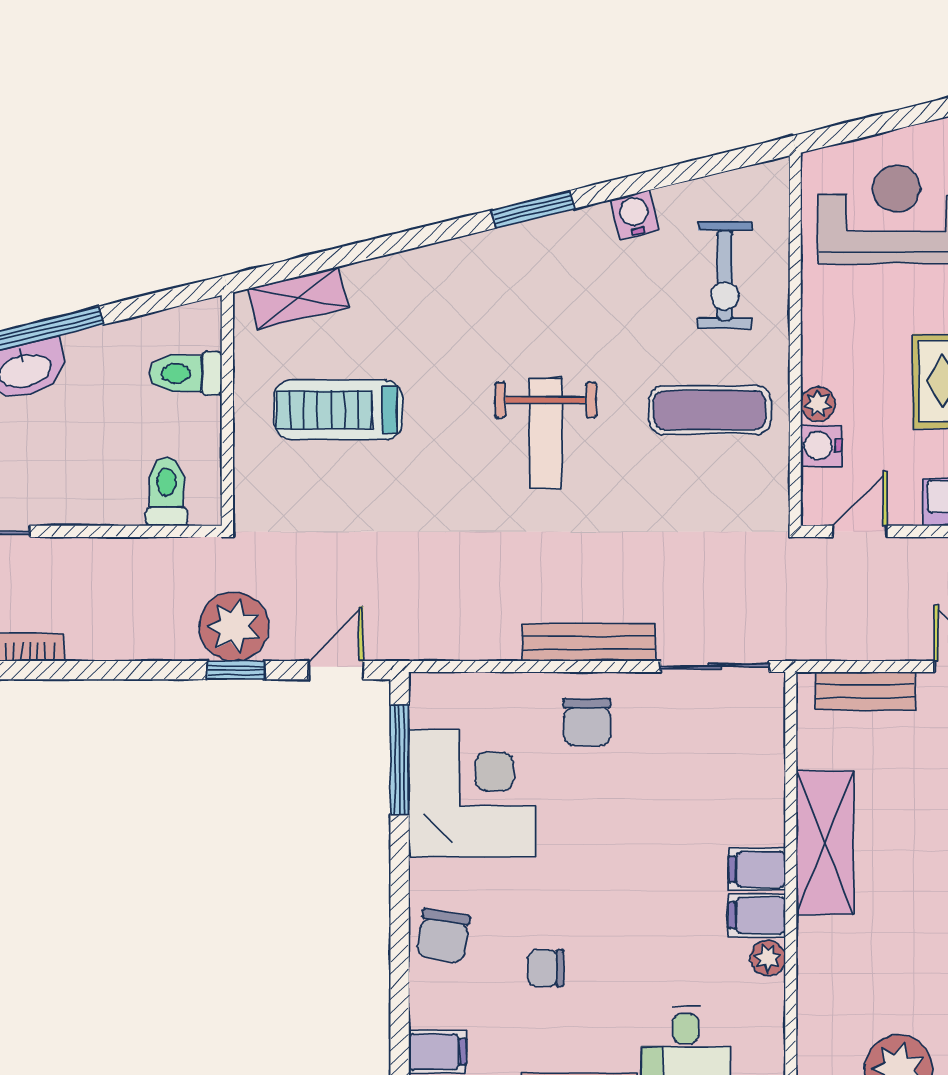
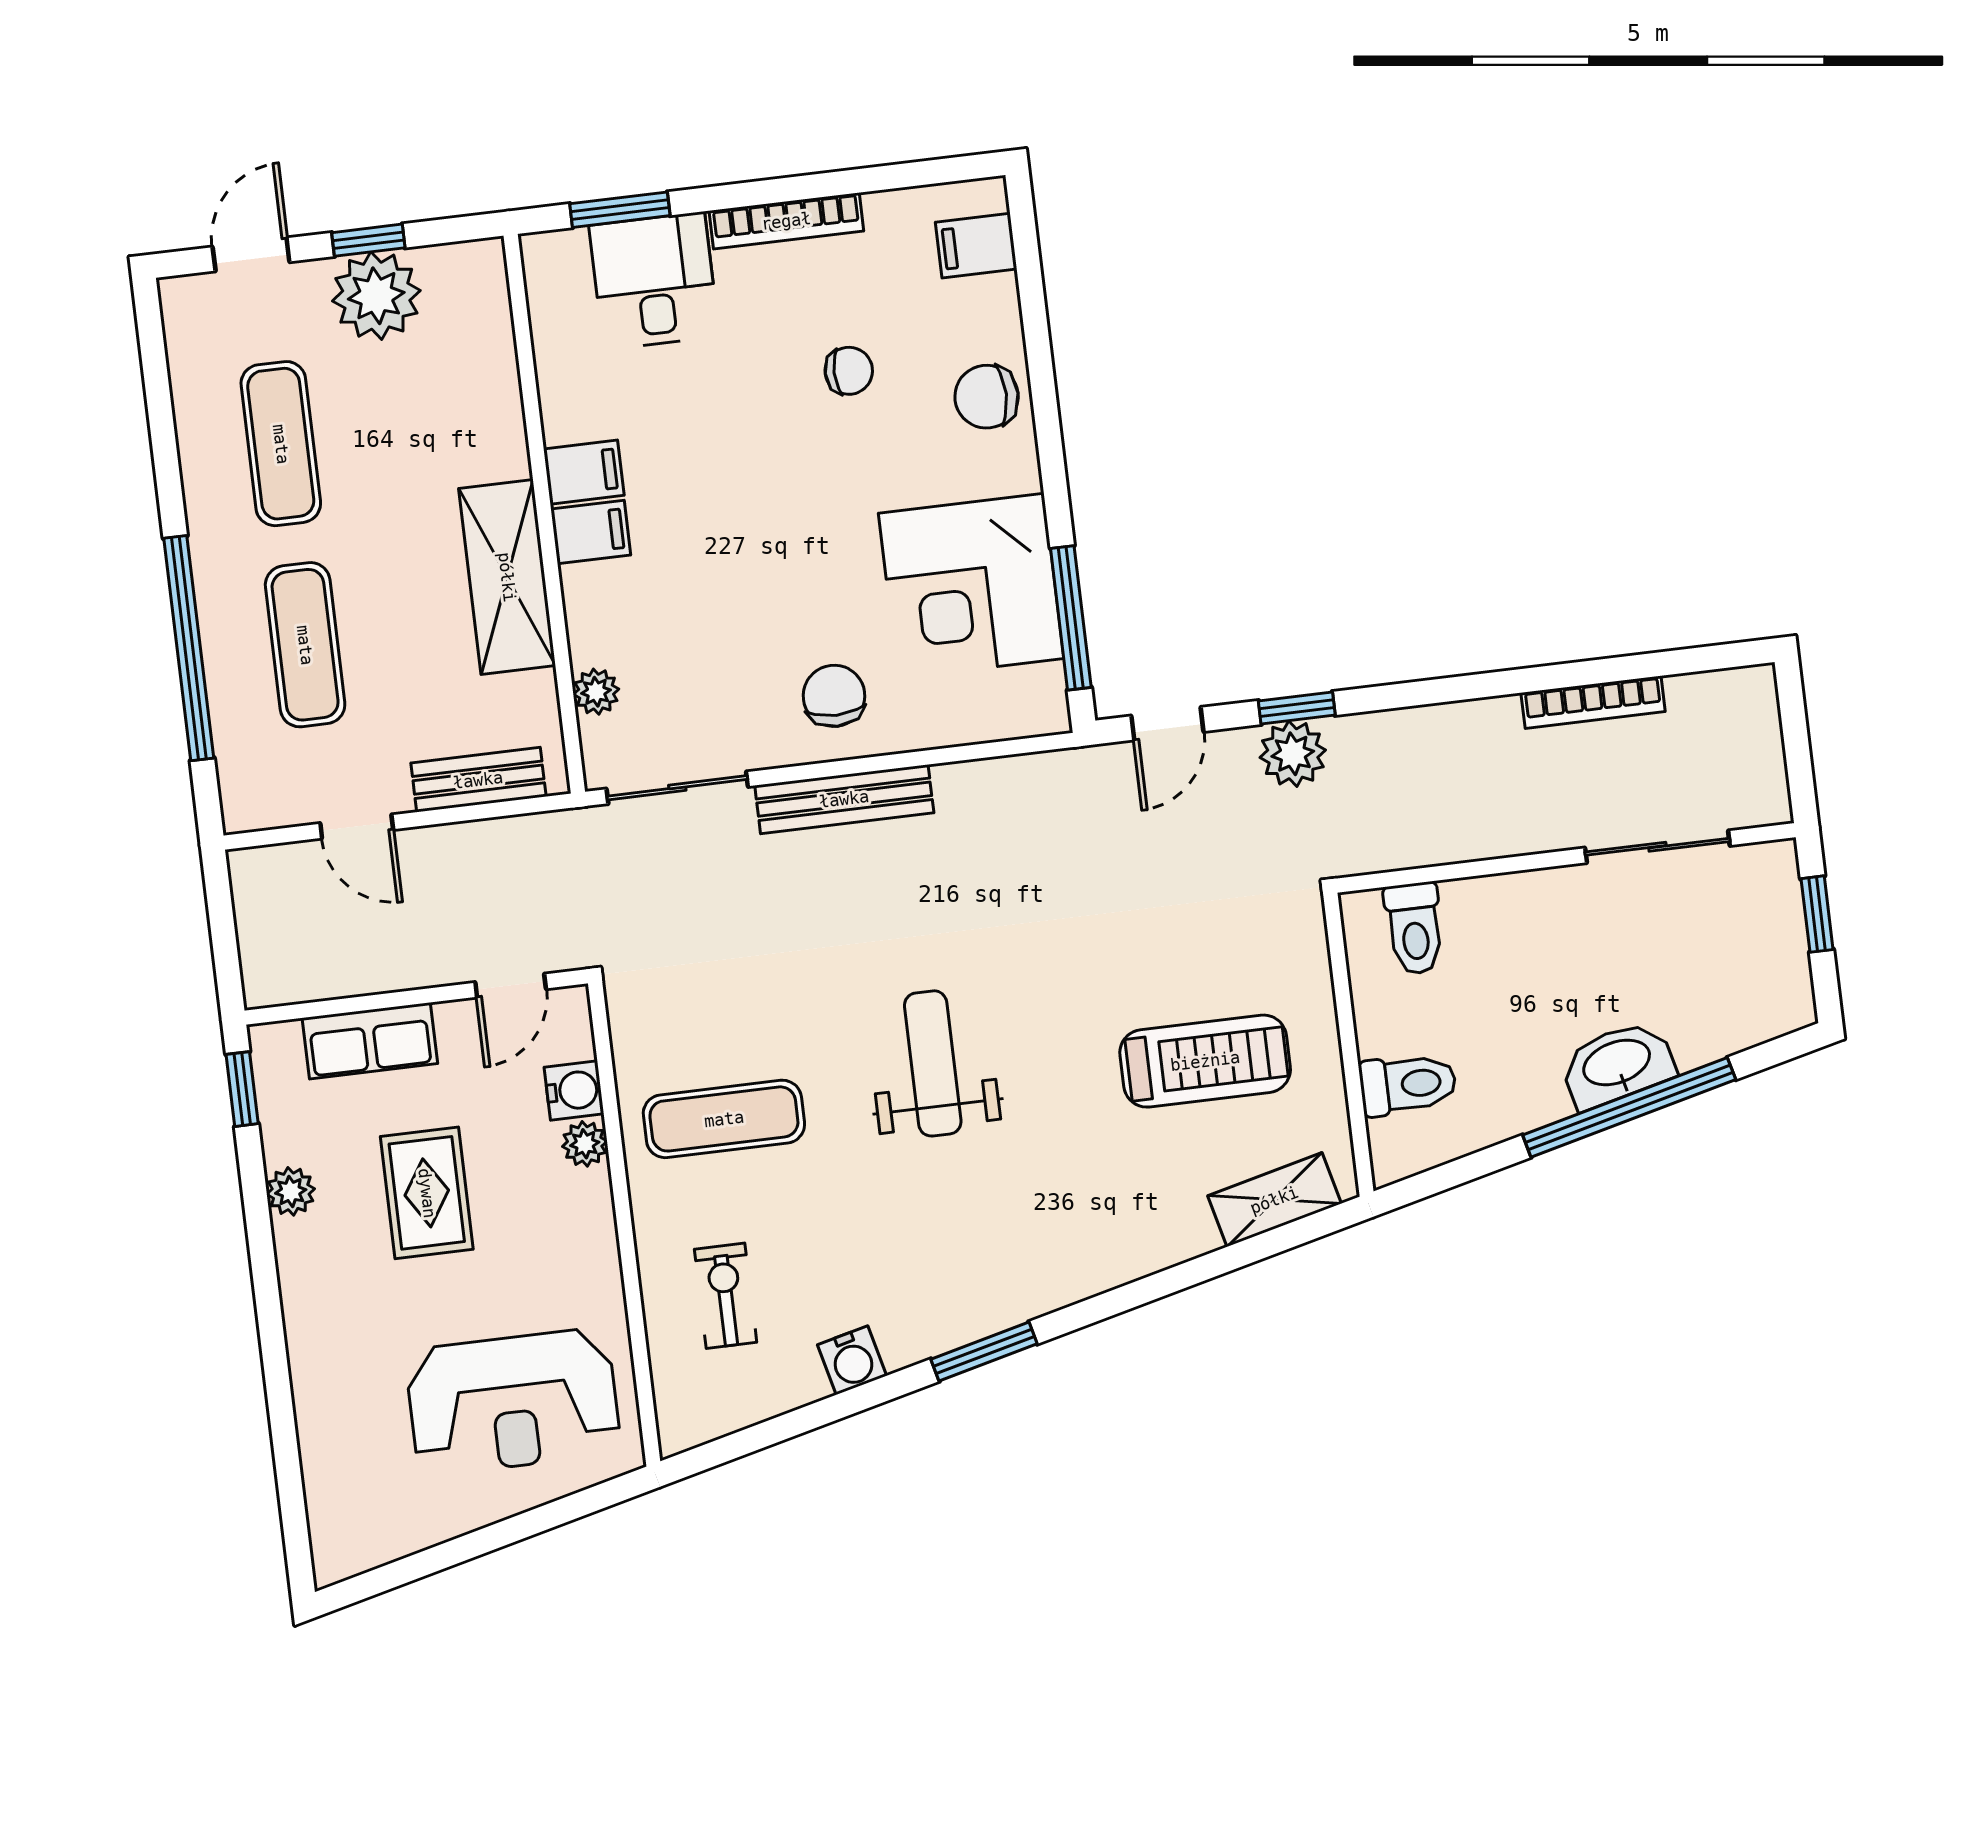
exercise bike: (725, 275) -> (726, 1296), width x0.73, depth x0.72
plant: (234, 626) -> (1293, 754), width x0.73, depth x0.73
chair: (443, 936) -> (987, 397), turned -99
plant: (768, 958) -> (596, 692), moved

